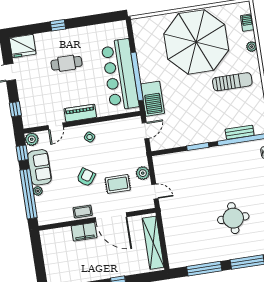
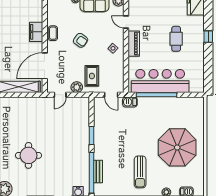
parasol: (196, 42) -> (177, 147), width x0.73, depth x0.73
barbecue: (153, 99) -> (130, 102), width x0.53, depth x0.65
rug: (118, 184) -> (92, 76), moved
door: (111, 217) -> (45, 66), moved

